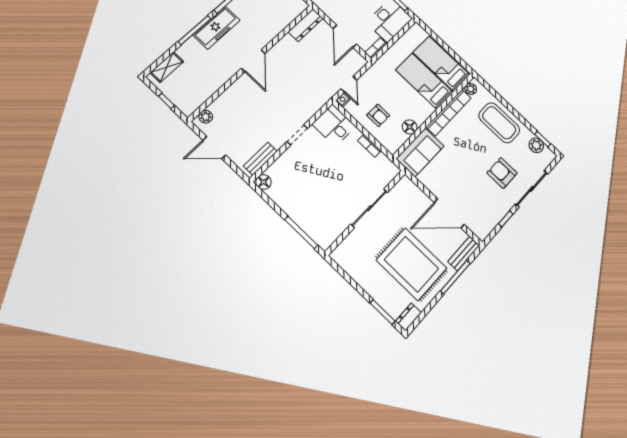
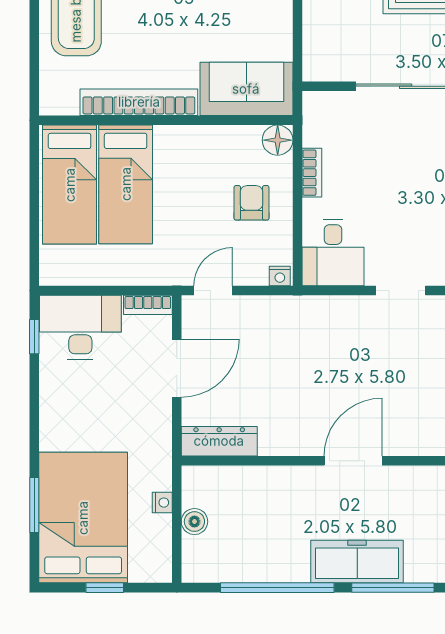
door: (349, 84) -> (213, 290), moved
plant: (471, 89) -> (65, 103), removed
floor lamp: (410, 127) -> (278, 140), moved

